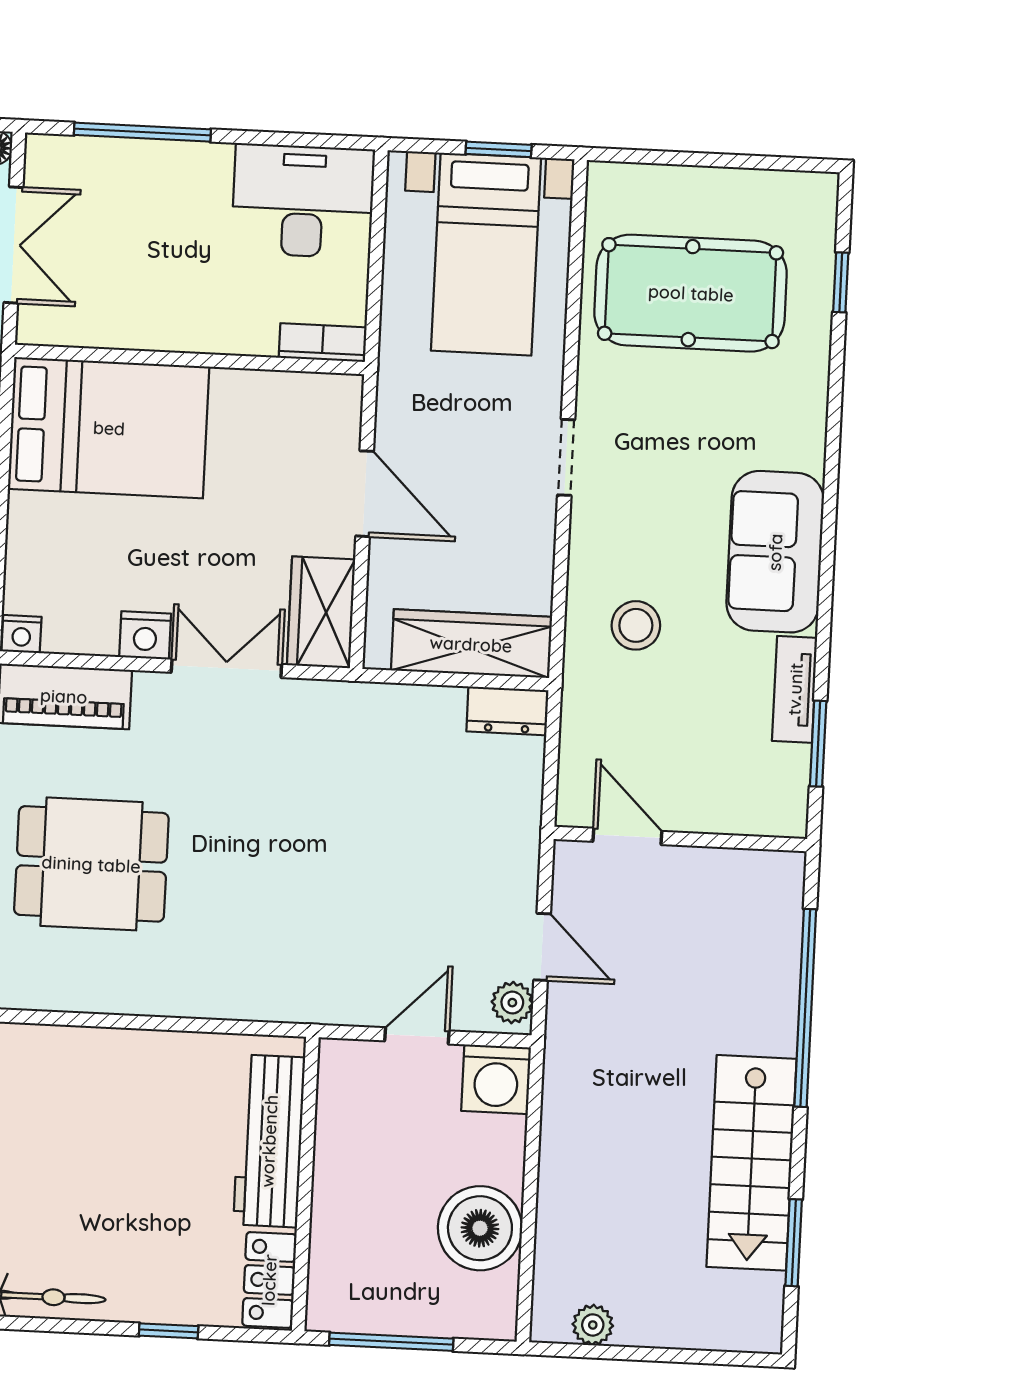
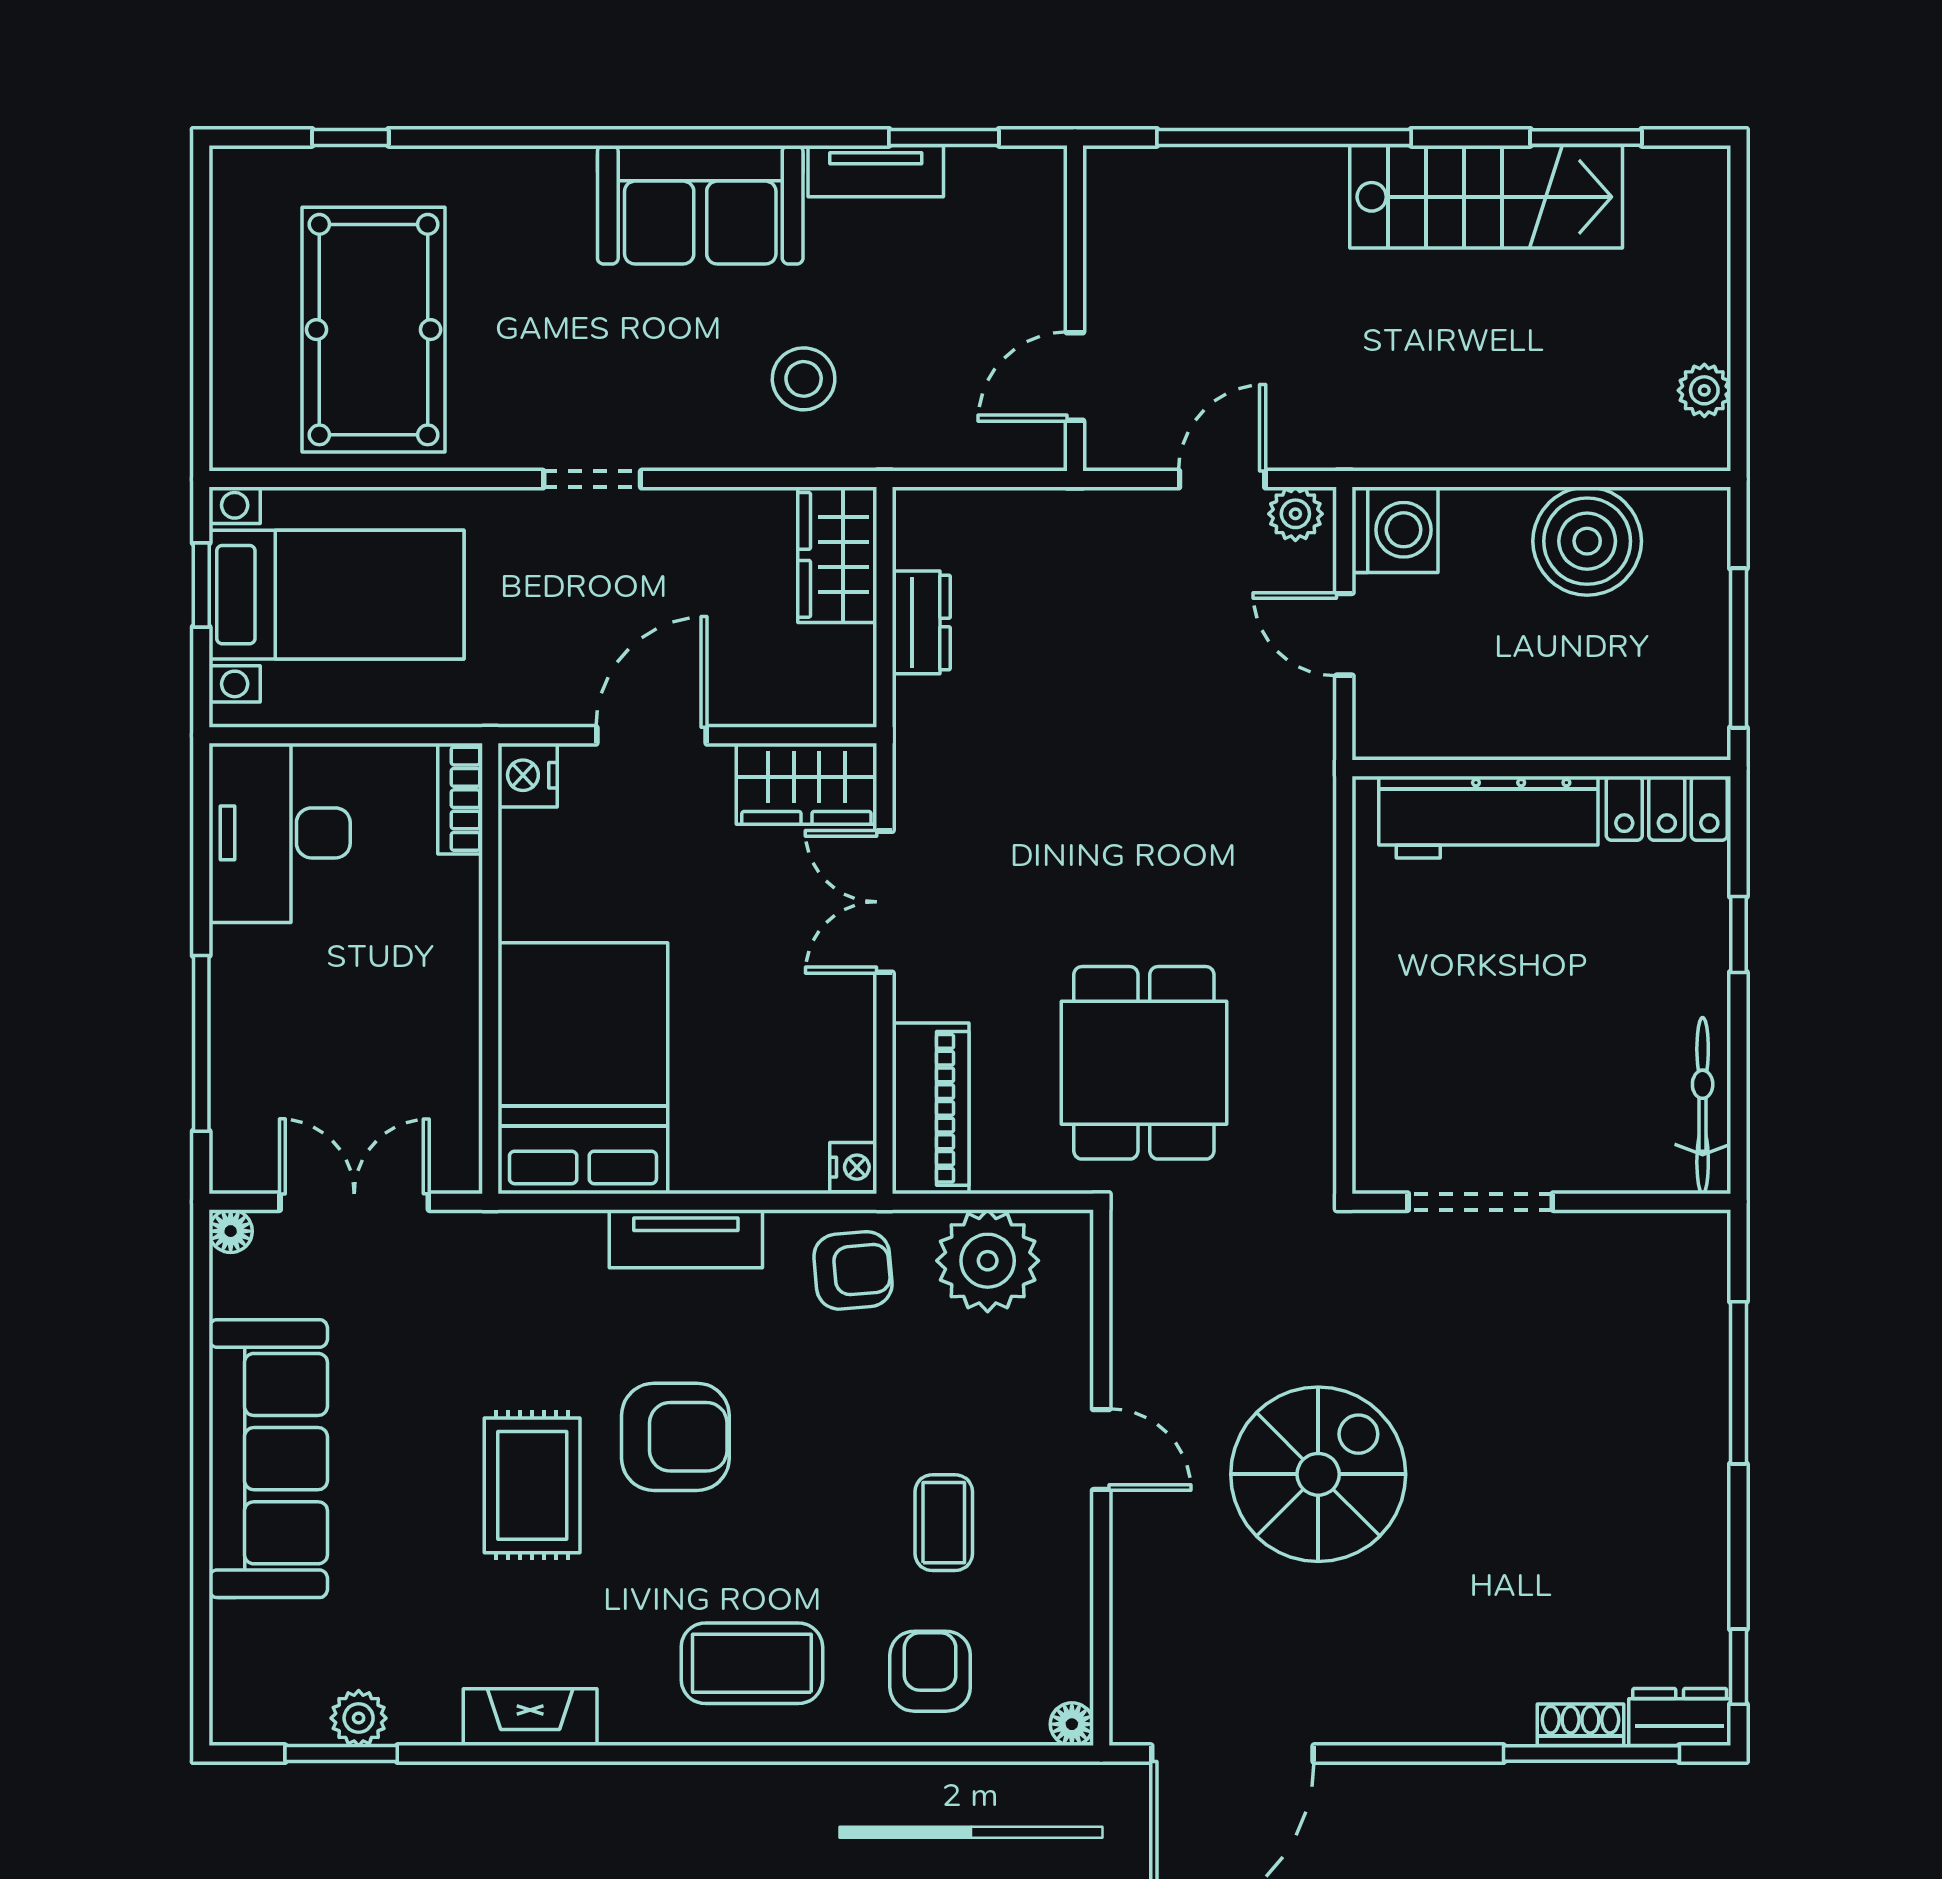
nightstand: (145, 635) -> (528, 775), moved, turned 180
wardrobe: (471, 644) -> (837, 555), width x0.67
dresser: (507, 711) -> (921, 622), moved

